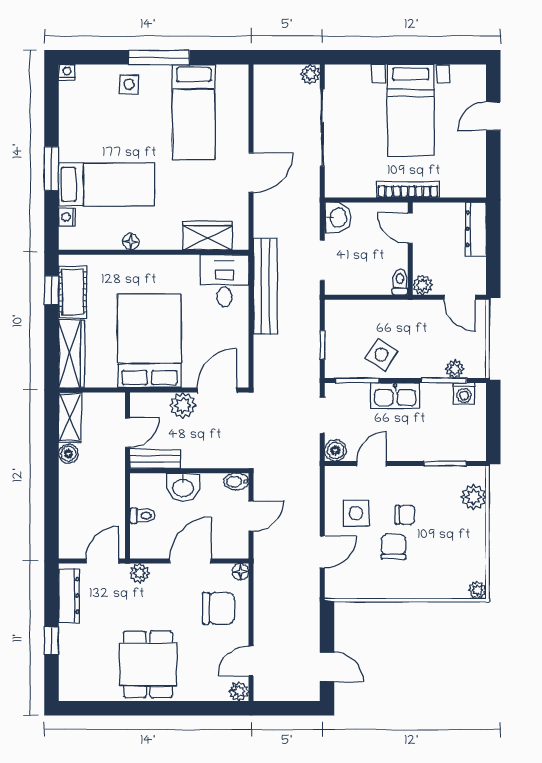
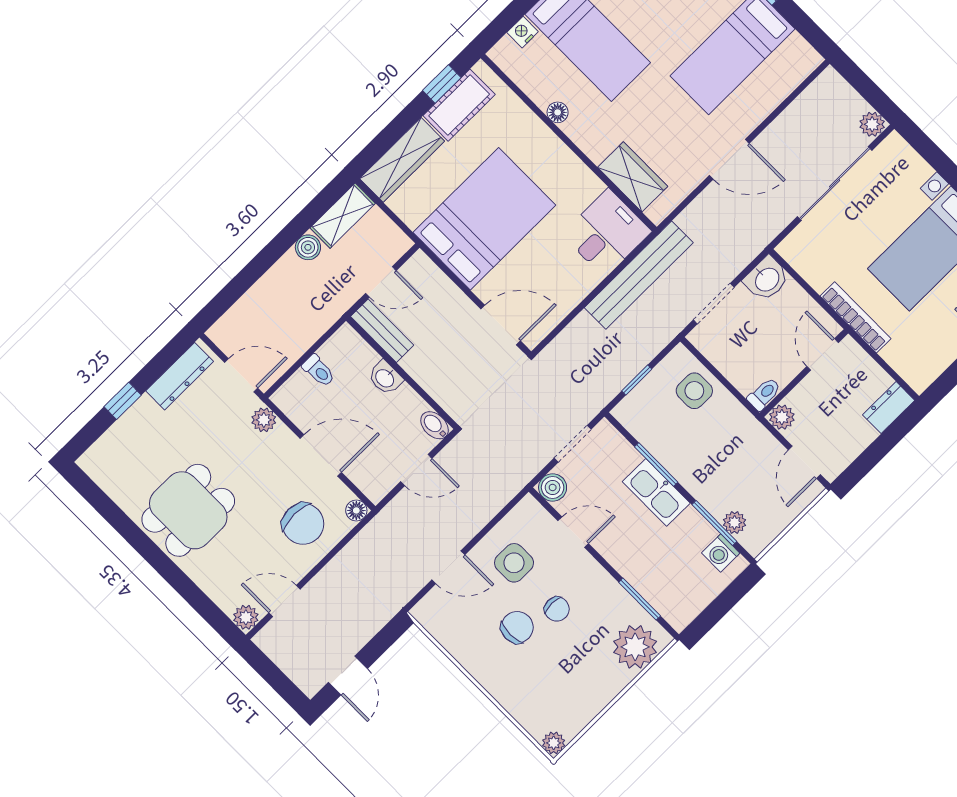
dresser: (476, 229) -> (889, 408), width x0.70
side table: (381, 355) -> (694, 391), moved, turned -33
window: (357, 380) -> (656, 464), moved
plant: (183, 405) -> (455, 308), removed
washbasin: (183, 487) -> (385, 378), width x0.72, depth x0.69
plant: (474, 497) -> (635, 647), width x1.36, depth x1.36

